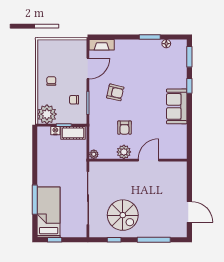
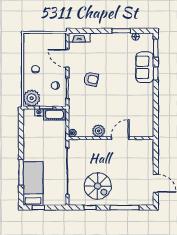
door: (88, 69) -> (67, 58), swing flipped
sofa: (177, 106) -> (145, 67), moved
armchair: (124, 128) -> (99, 110), removed

